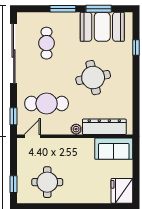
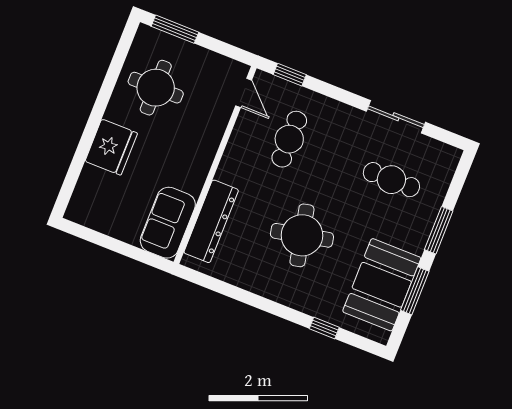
sliding door: (14, 54) -> (396, 117), width x0.54
cafe table: (47, 104) -> (289, 139), width x0.73, depth x0.74
plant: (76, 129) -> (226, 172), removed
window: (14, 184) -> (175, 29), width x1.50
fridge: (122, 191) -> (111, 147), moved, turned 90

